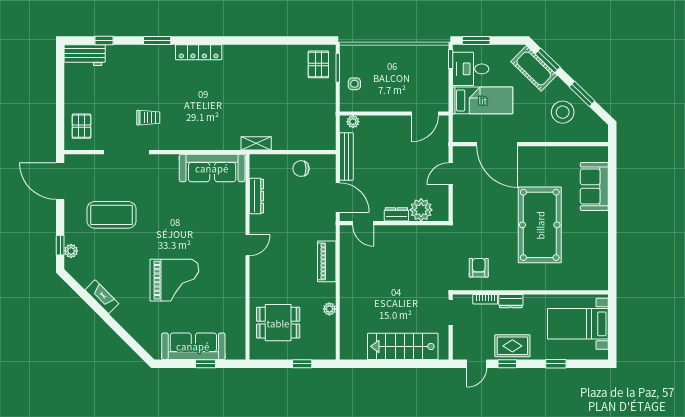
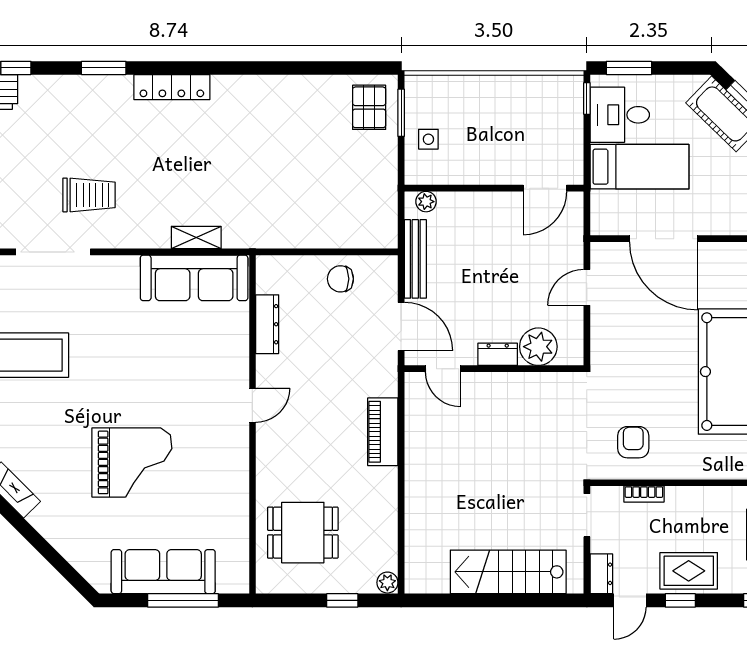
trolley: (148, 118) -> (89, 195), width x1.36, depth x1.39
shelving: (256, 143) -> (196, 237), moved
dresser: (511, 301) -> (601, 574), moved, turned -90
plant: (329, 309) -> (387, 583), moved
window: (205, 364) -> (183, 600), width x2.17

